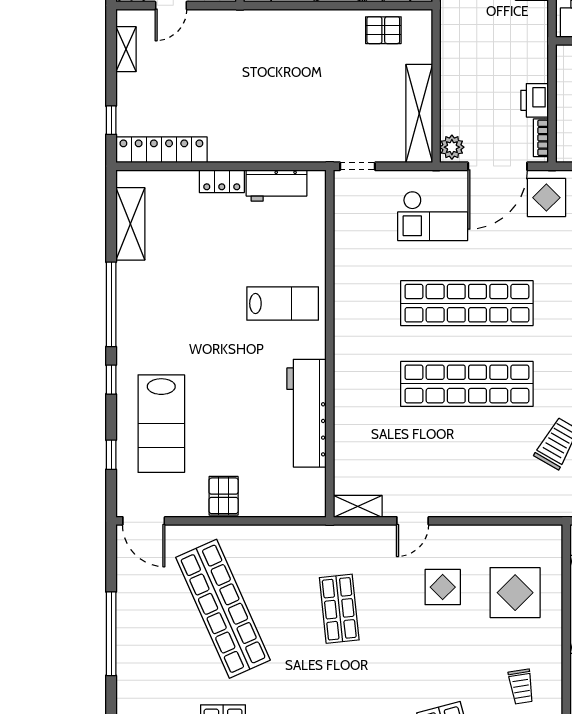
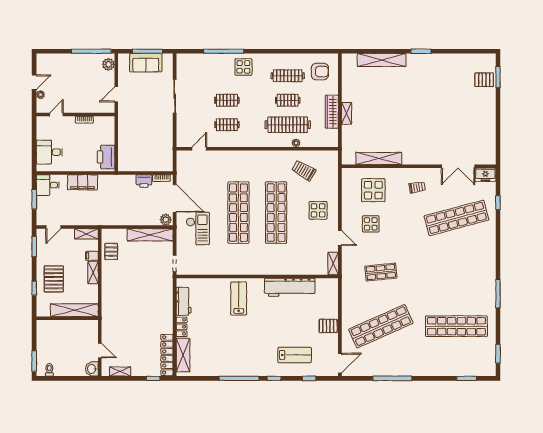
display table: (546, 198) -> (318, 210), moved
shelving: (130, 224) -> (183, 355), moved, turned 90
lab bench: (161, 424) -> (295, 355), width x0.73, depth x0.72

